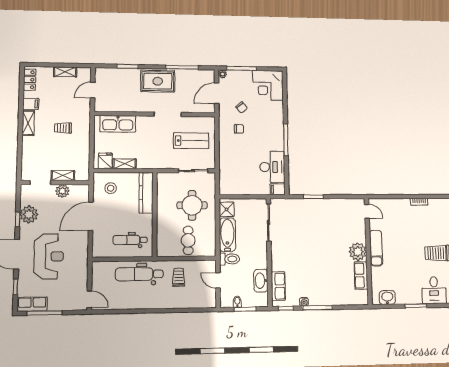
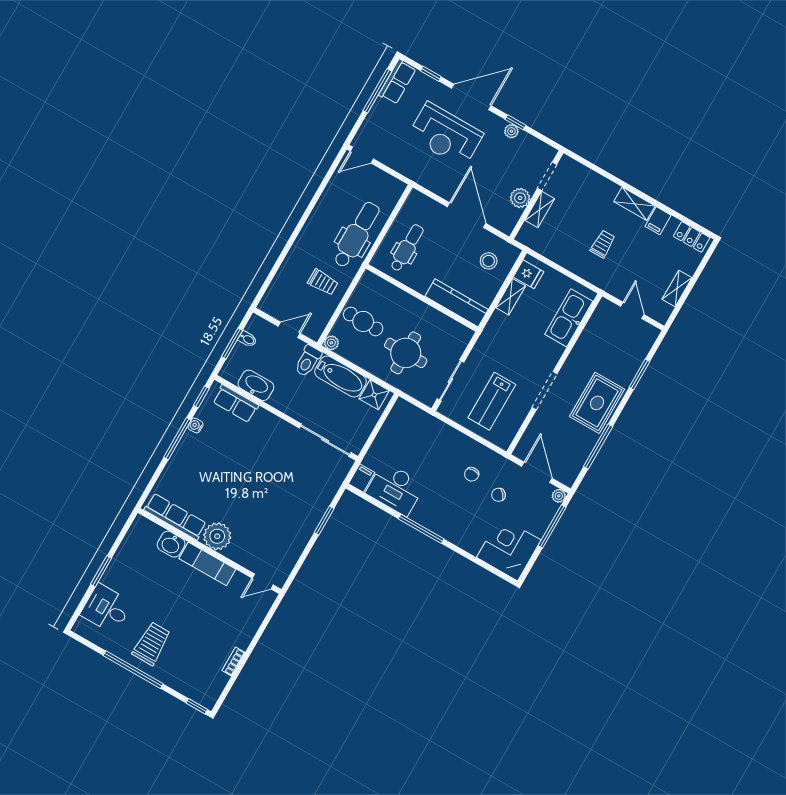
plant: (29, 214) -> (511, 131), width x0.53, depth x0.53
plant: (211, 251) -> (331, 343), added
row of seats: (361, 275) -> (175, 517), width x1.48
washbasin: (387, 298) -> (171, 544), moved, turned 90

